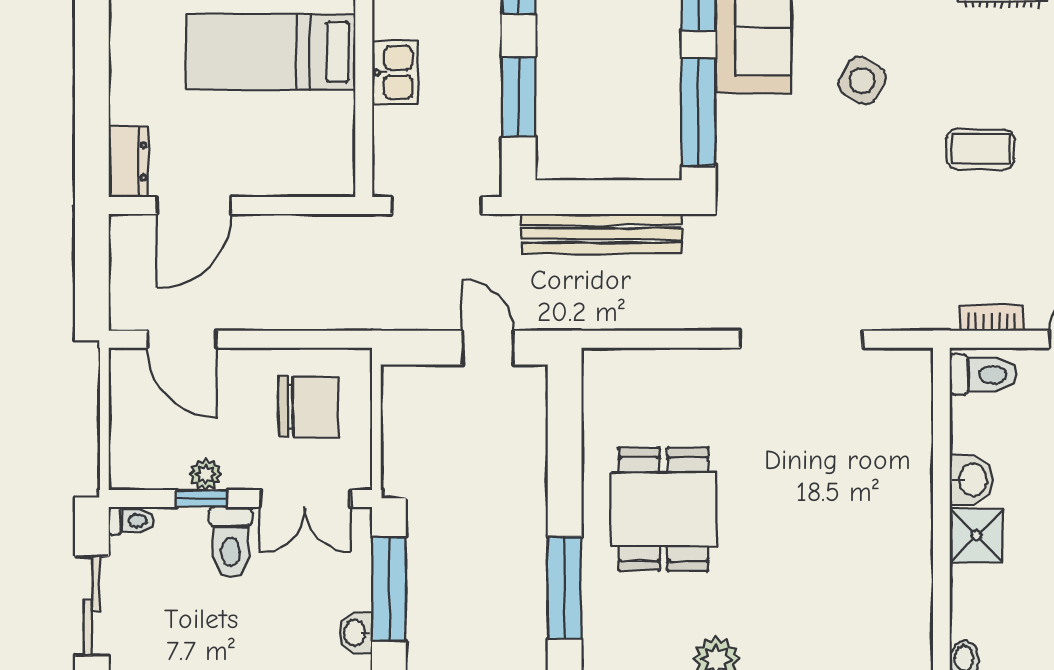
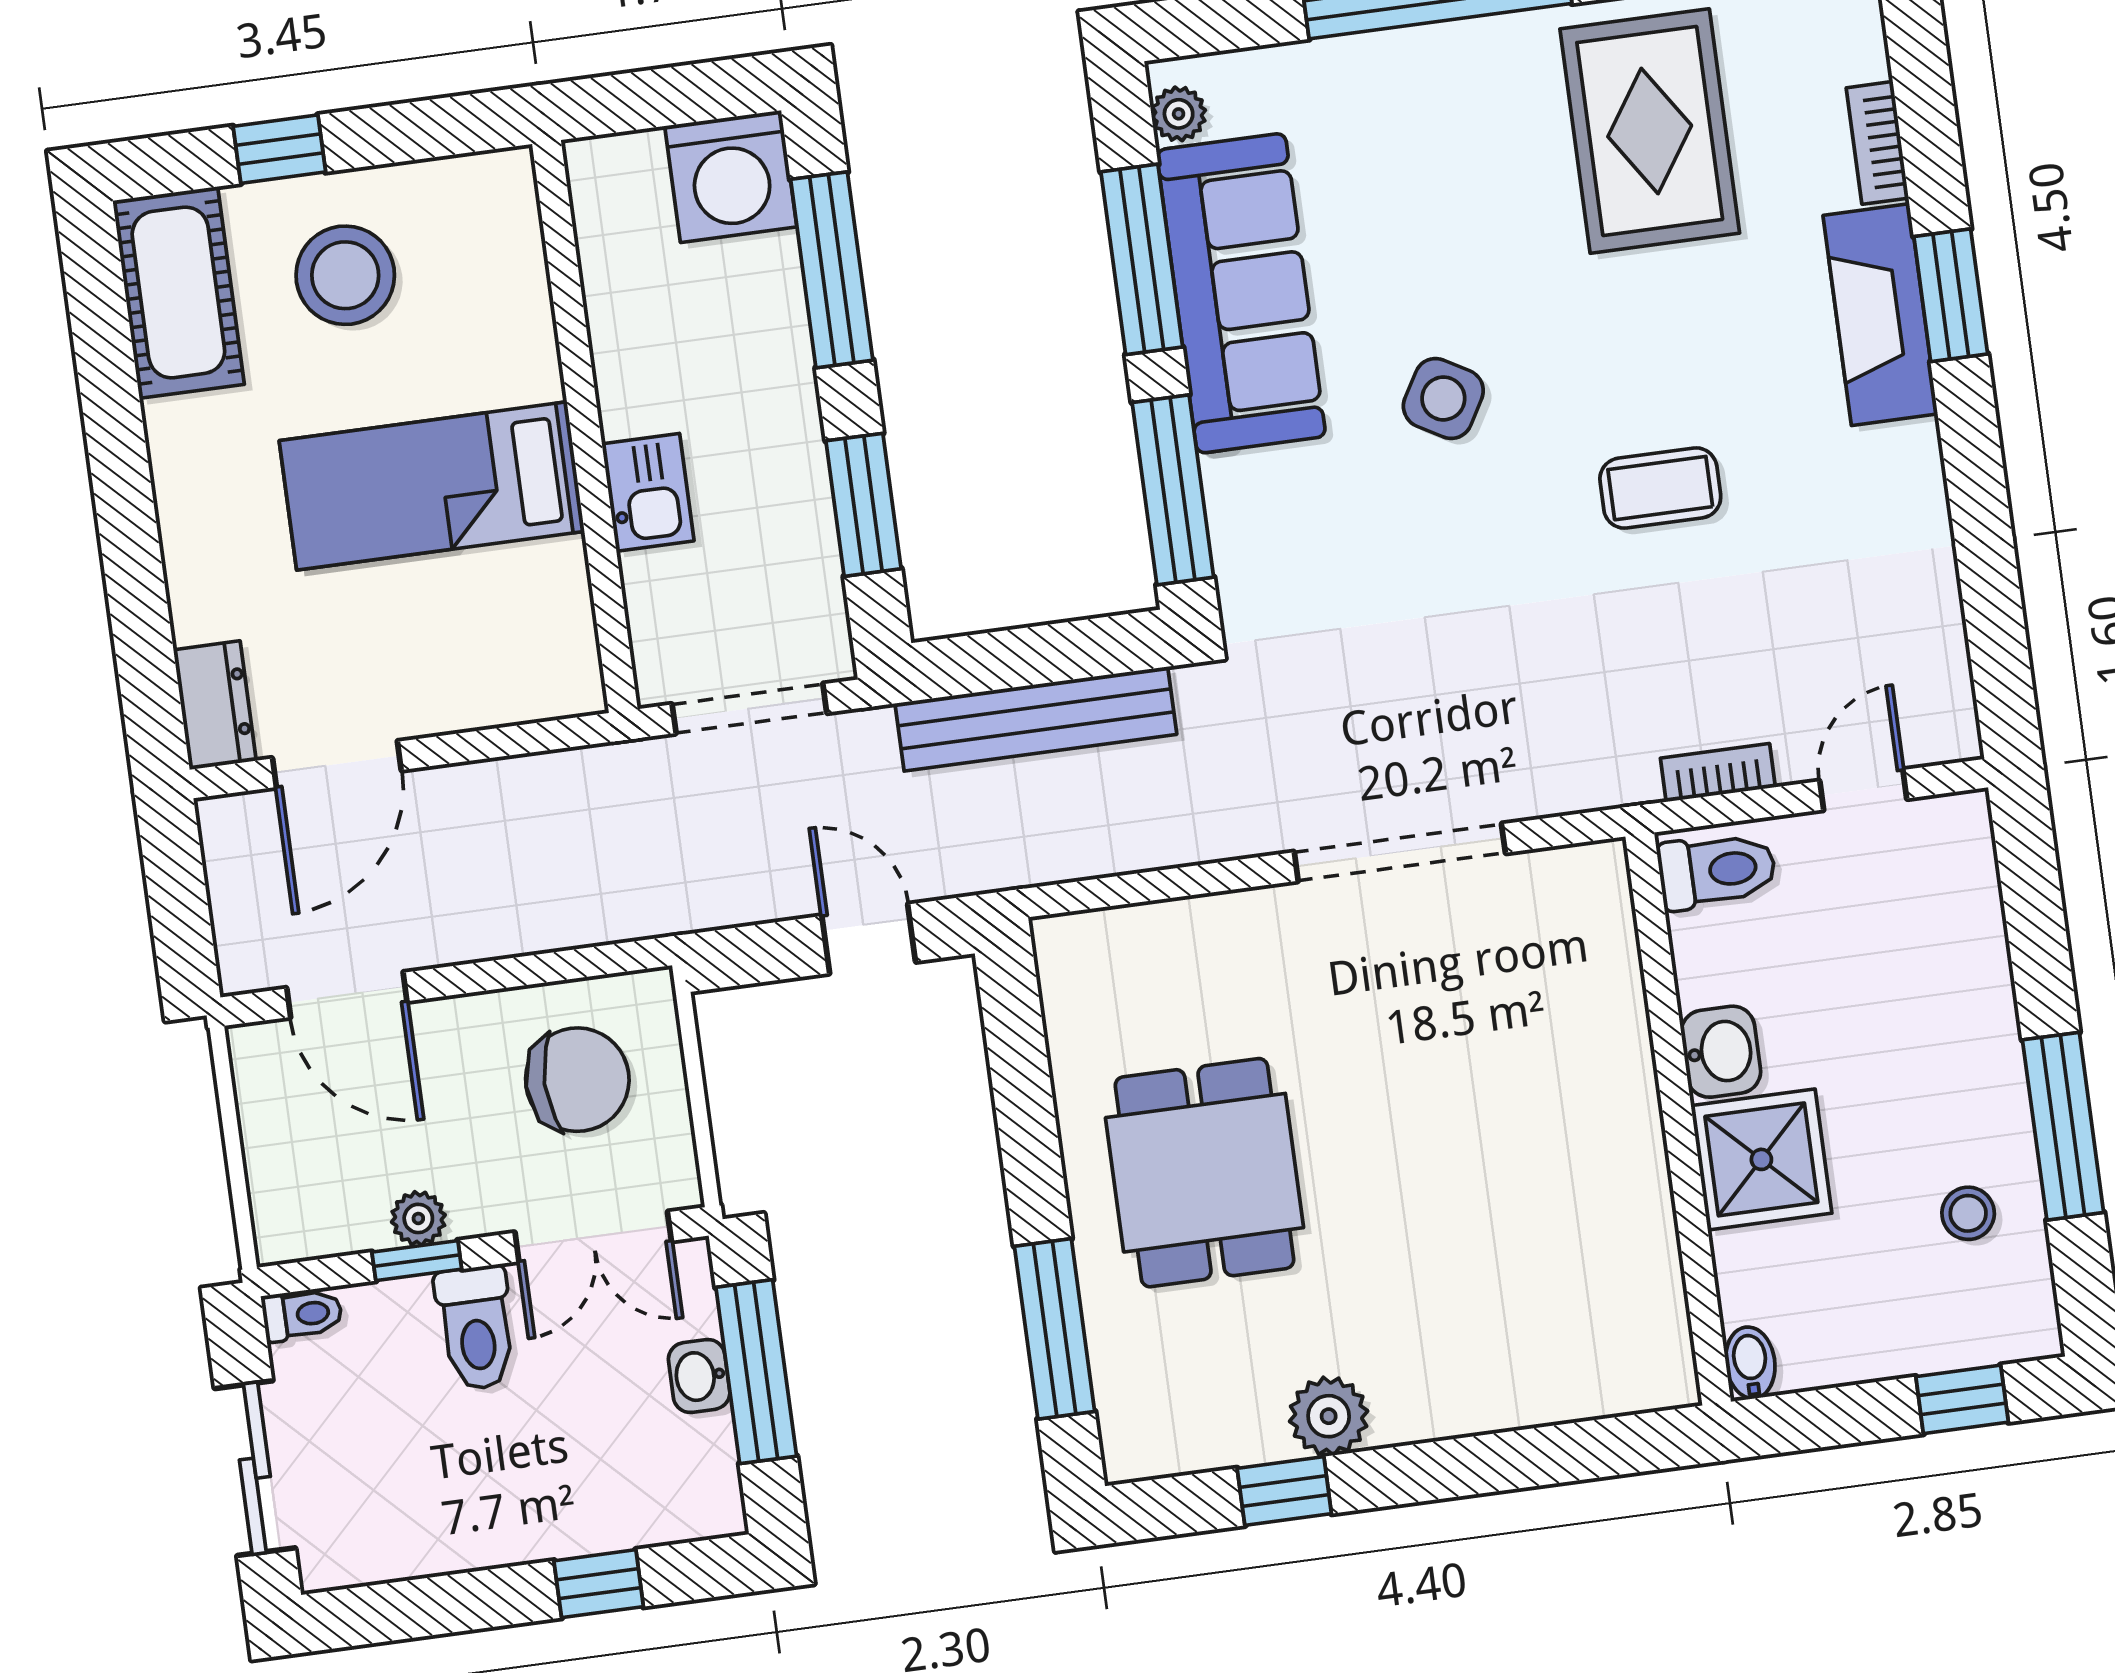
shower: (977, 535) -> (1761, 1159), width x1.36, depth x1.36
washbasin: (356, 633) -> (699, 1376), moved

